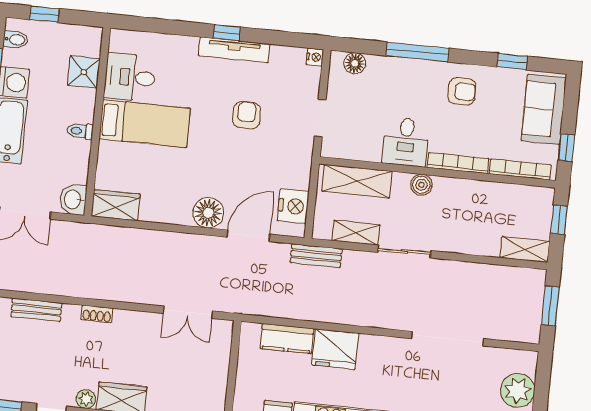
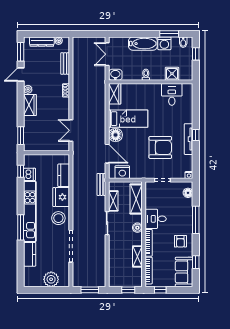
sofa: (544, 109) -> (184, 272), moved, turned -90
armchair: (247, 115) -> (160, 147), width x1.88, depth x1.88
bed: (145, 124) -> (128, 119), moved, turned -90
shelving: (525, 249) -> (137, 256), moved
stool: (382, 360) -> (58, 218), added

